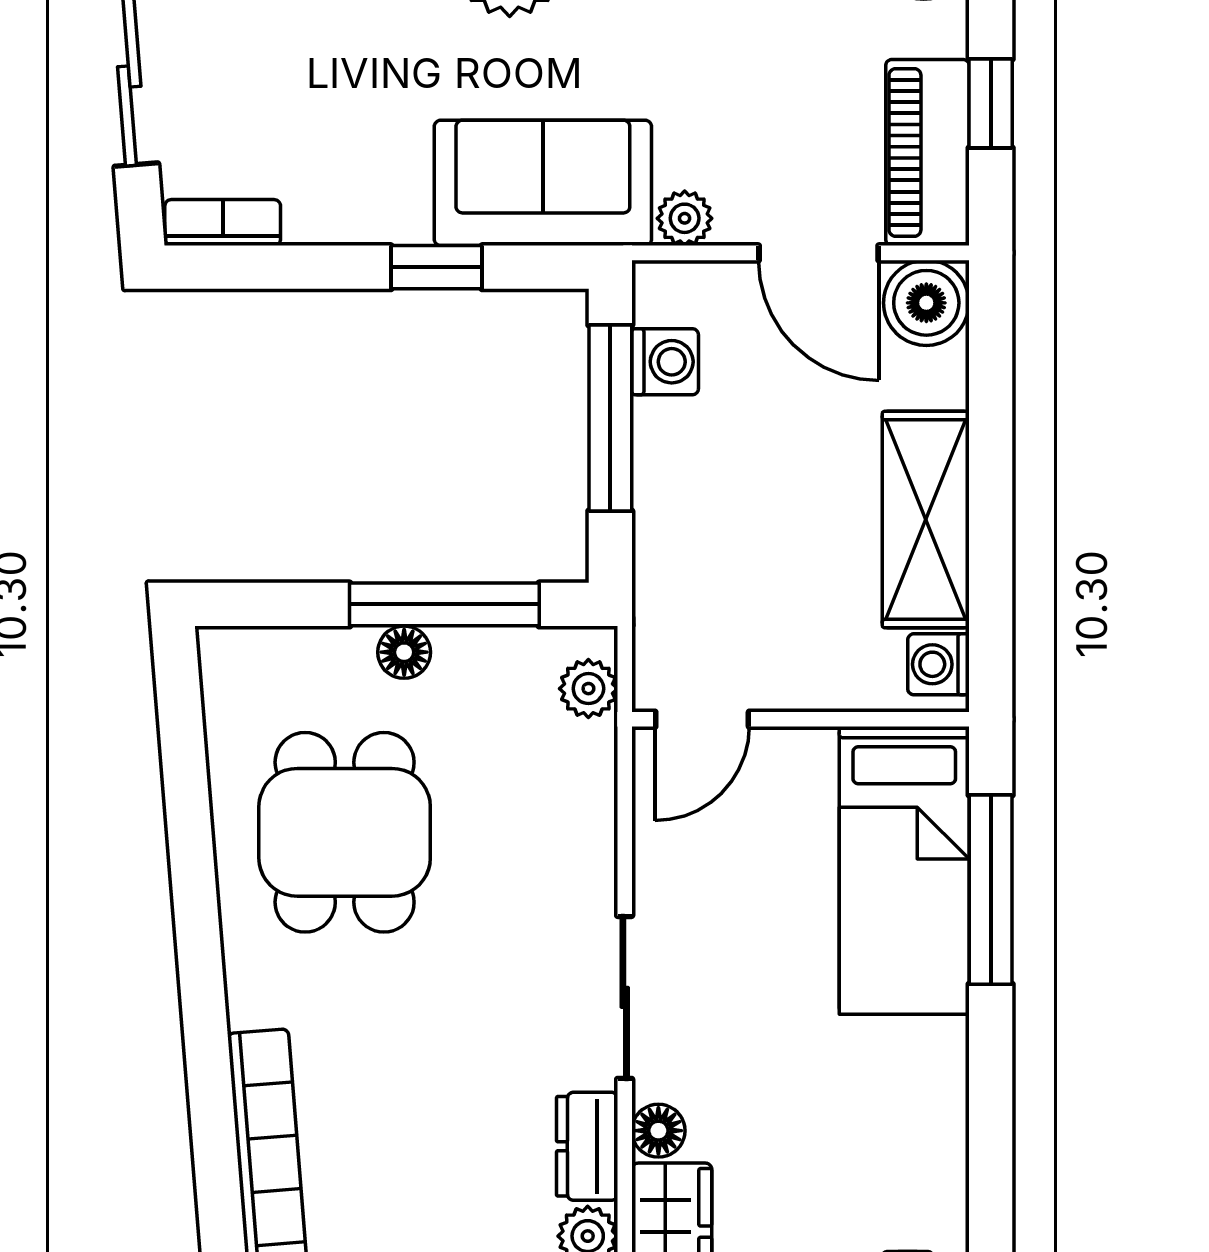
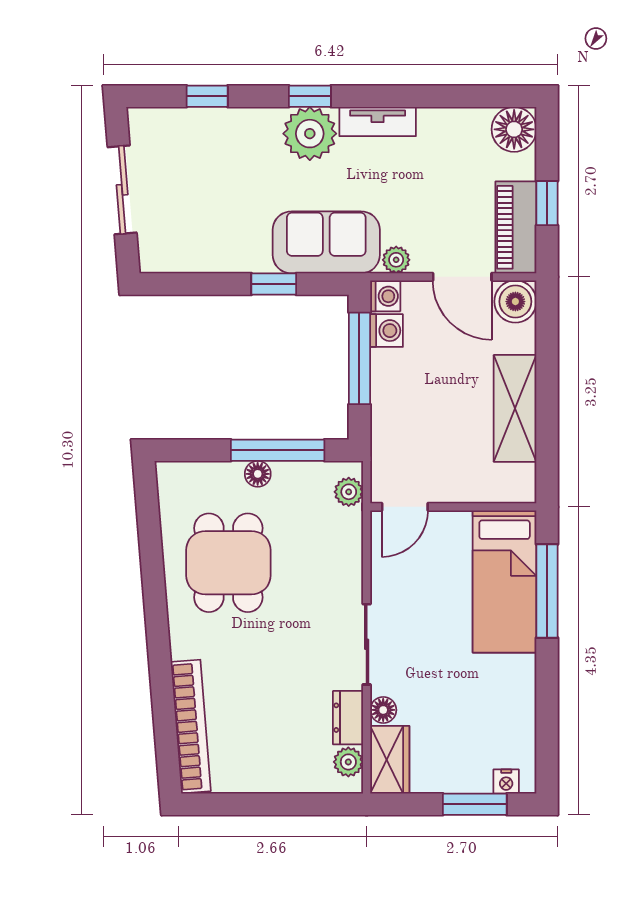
bookcase: (223, 223) -> (168, 262), removed
washing machine: (938, 664) -> (385, 296), moved, turned 180

